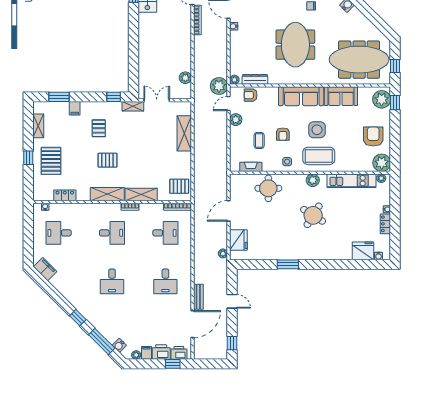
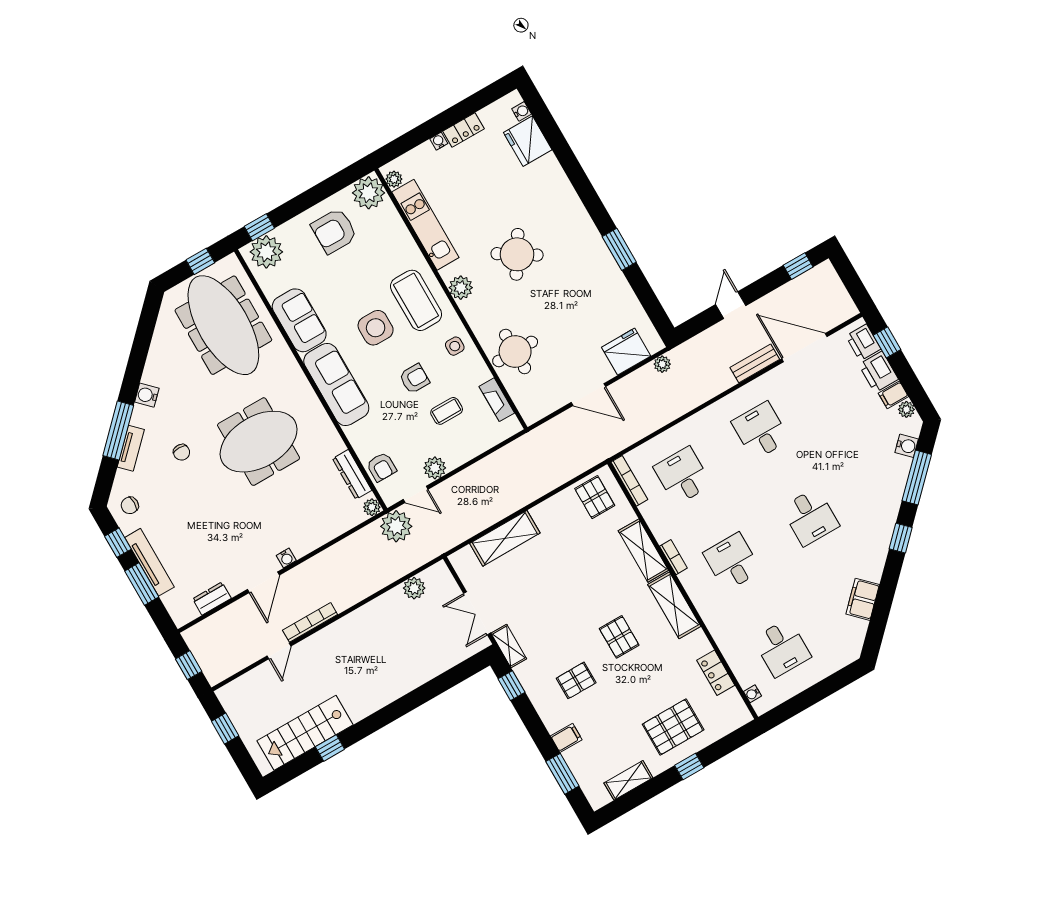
filing cabinet: (45, 269) -> (863, 599), moved
desk: (112, 281) -> (810, 517), turned 90
desk: (165, 281) -> (761, 431), turned -90

